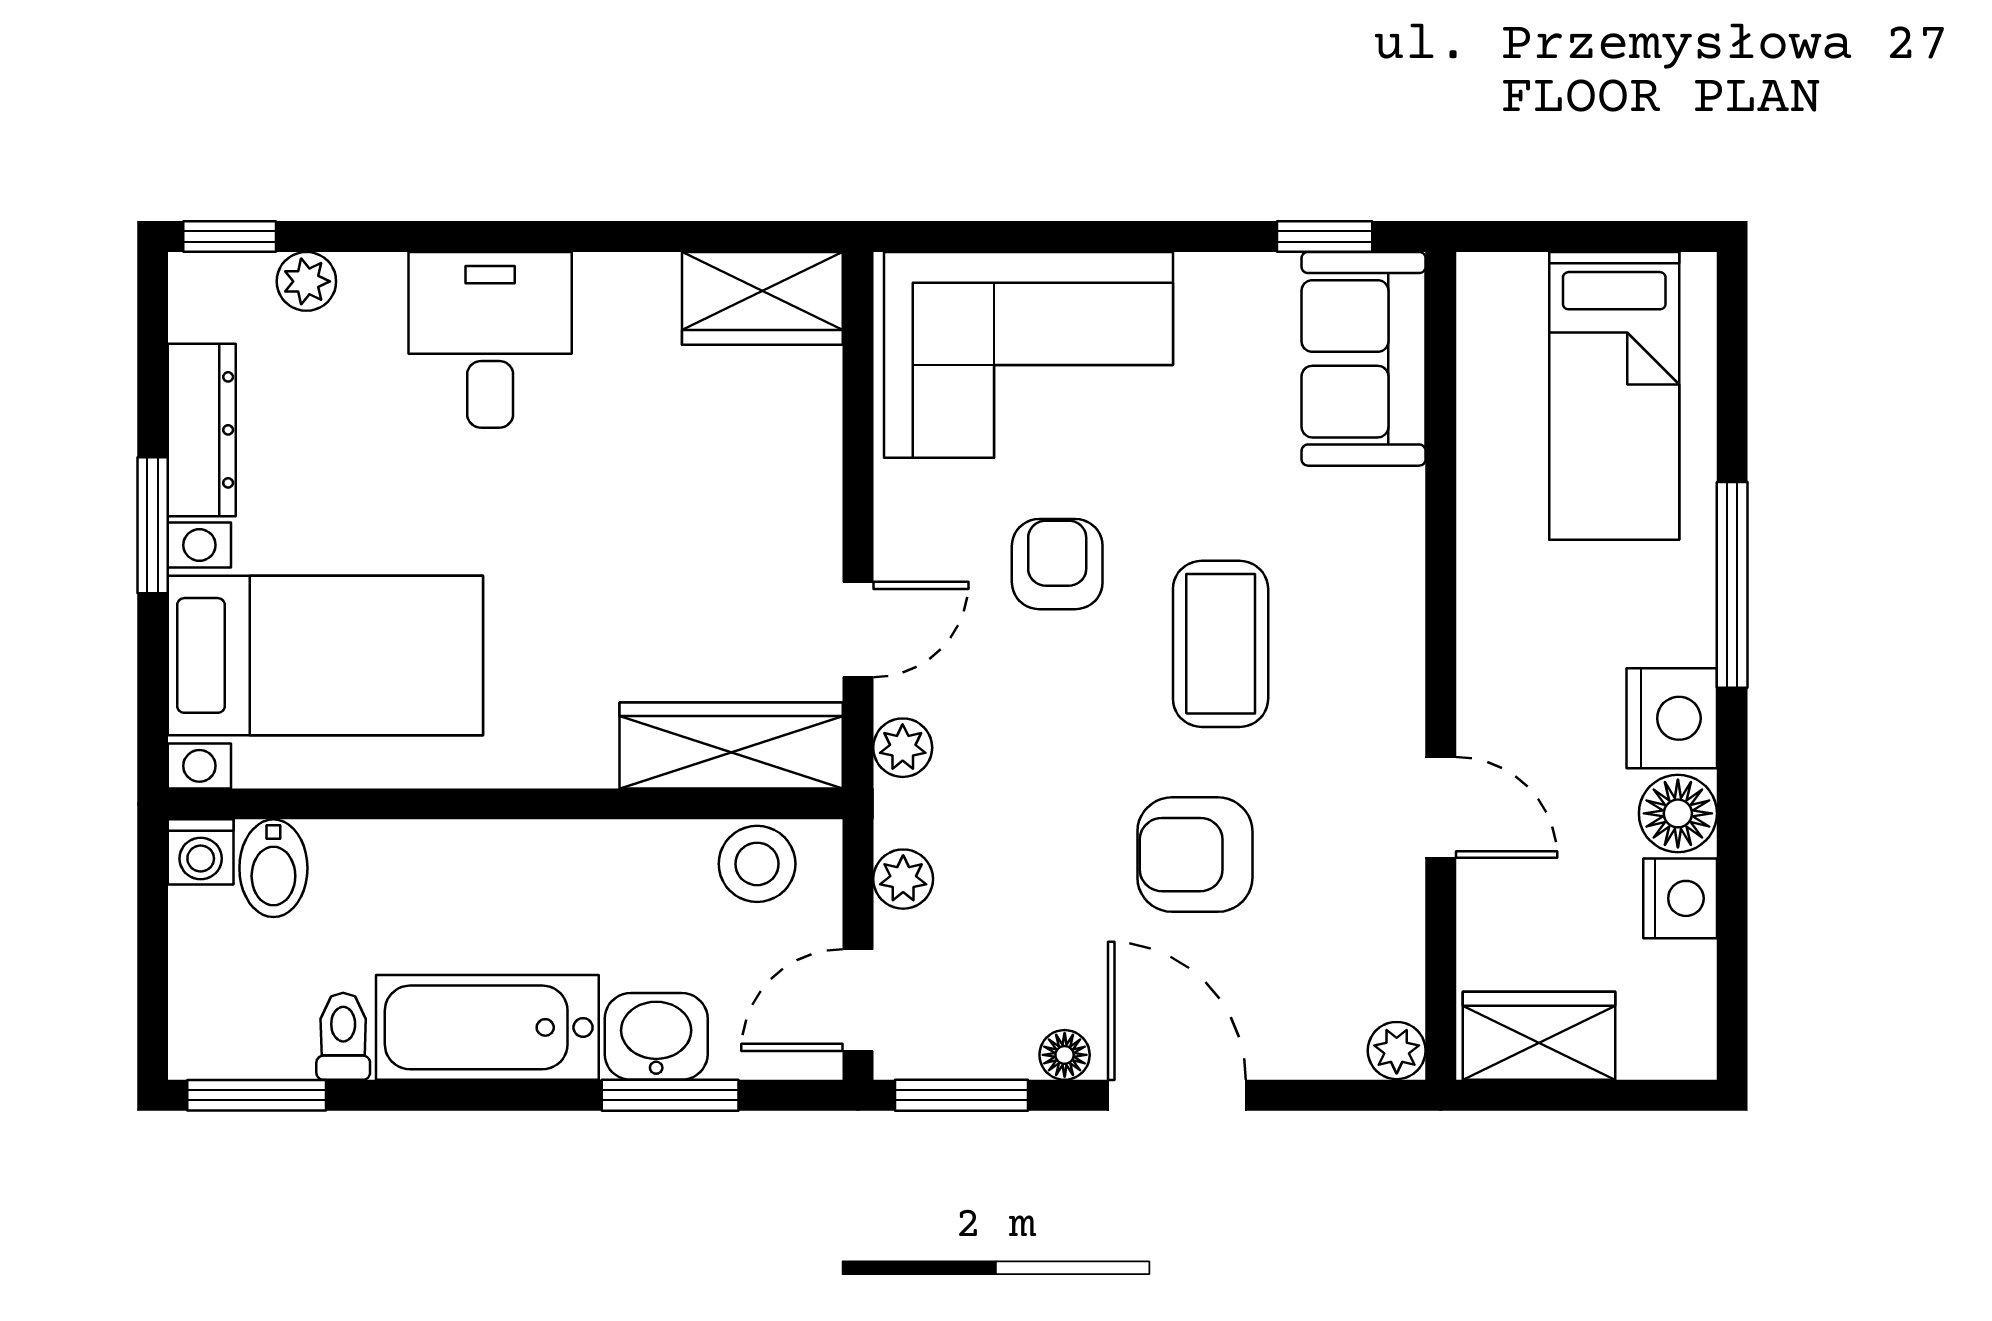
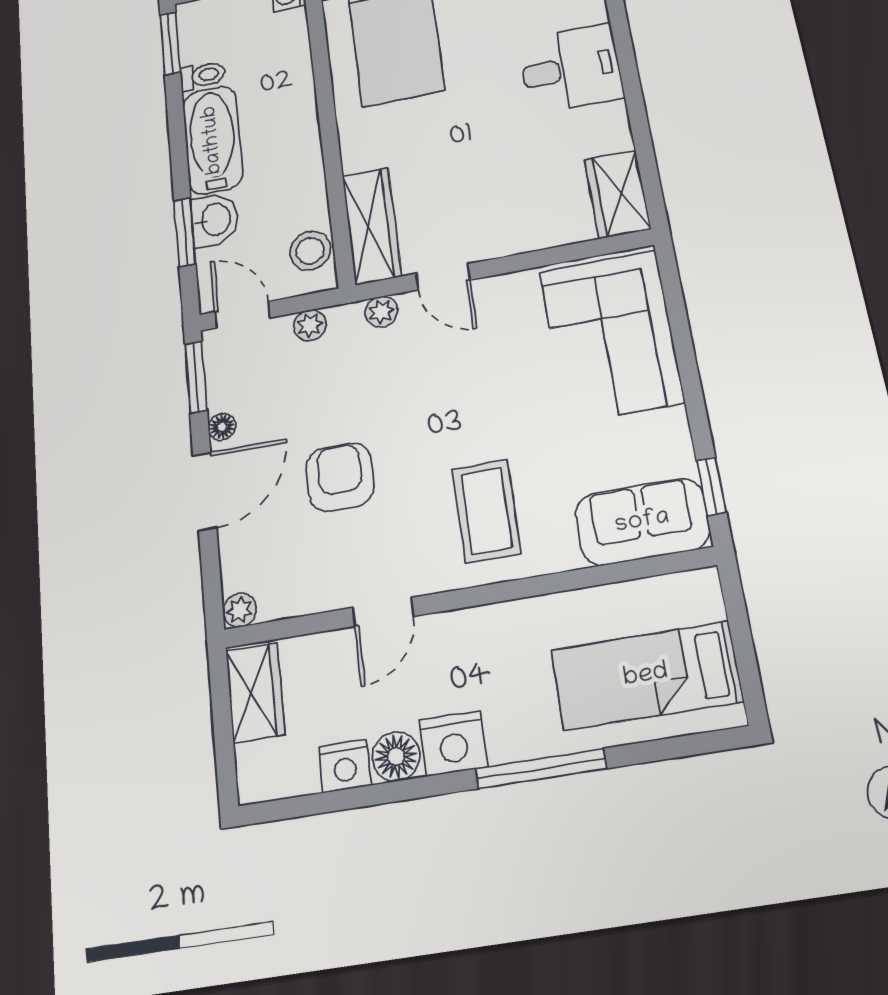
armchair: (1057, 564) -> (494, 373), removed
coffee table: (1221, 644) -> (487, 511), moved, turned 90
bidet: (273, 868) -> (284, 28), removed

